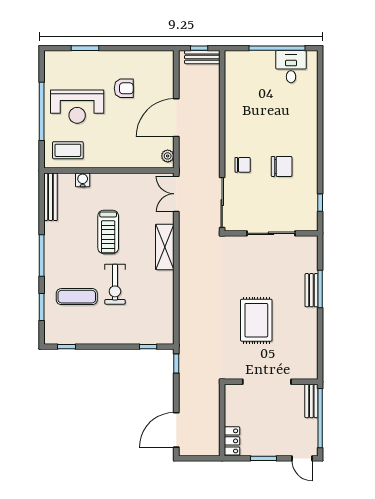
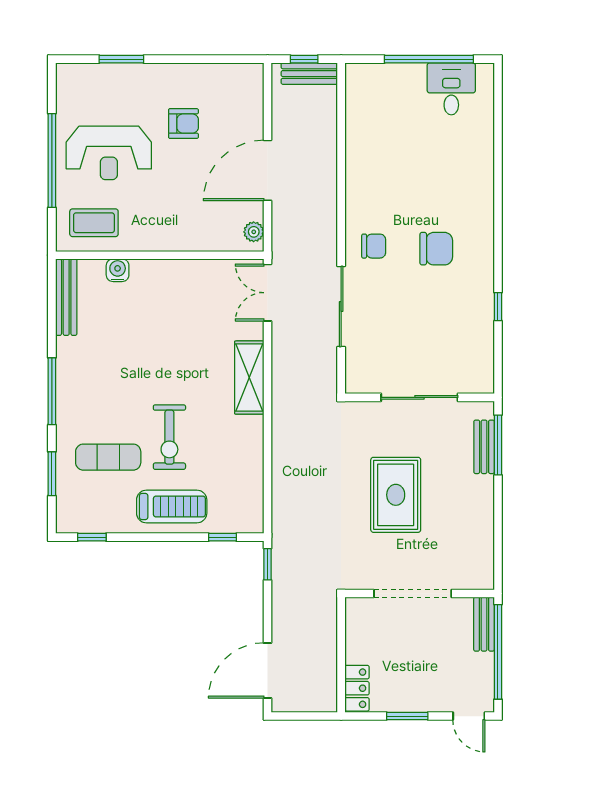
treadmill: (108, 232) -> (172, 506), moved, turned -90
sliding door: (271, 233) -> (419, 397), moved
wall: (271, 233) -> (420, 397), moved

